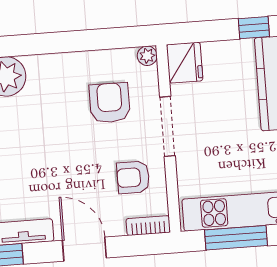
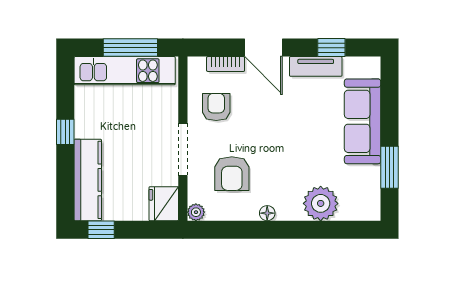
floor lamp: (66, 61) -> (267, 213), added
armchair: (133, 177) -> (216, 107), turned -90
bookcase: (148, 226) -> (226, 64), moved

